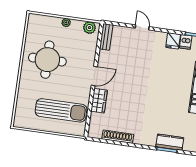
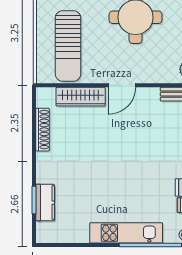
door: (94, 76) -> (122, 85), hinge flipped
wardrobe: (99, 101) -> (81, 97), width x1.50

